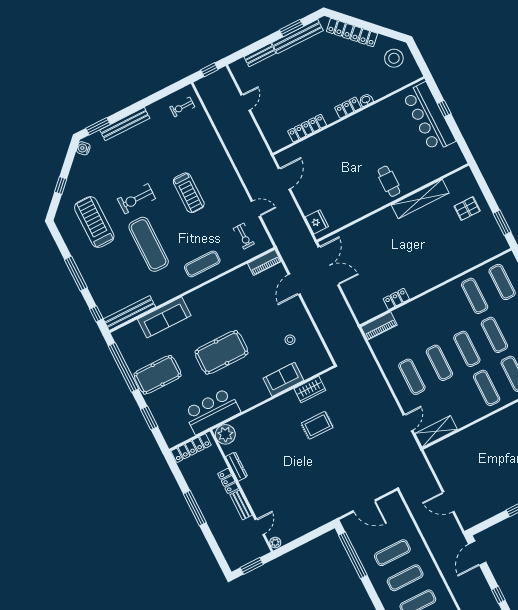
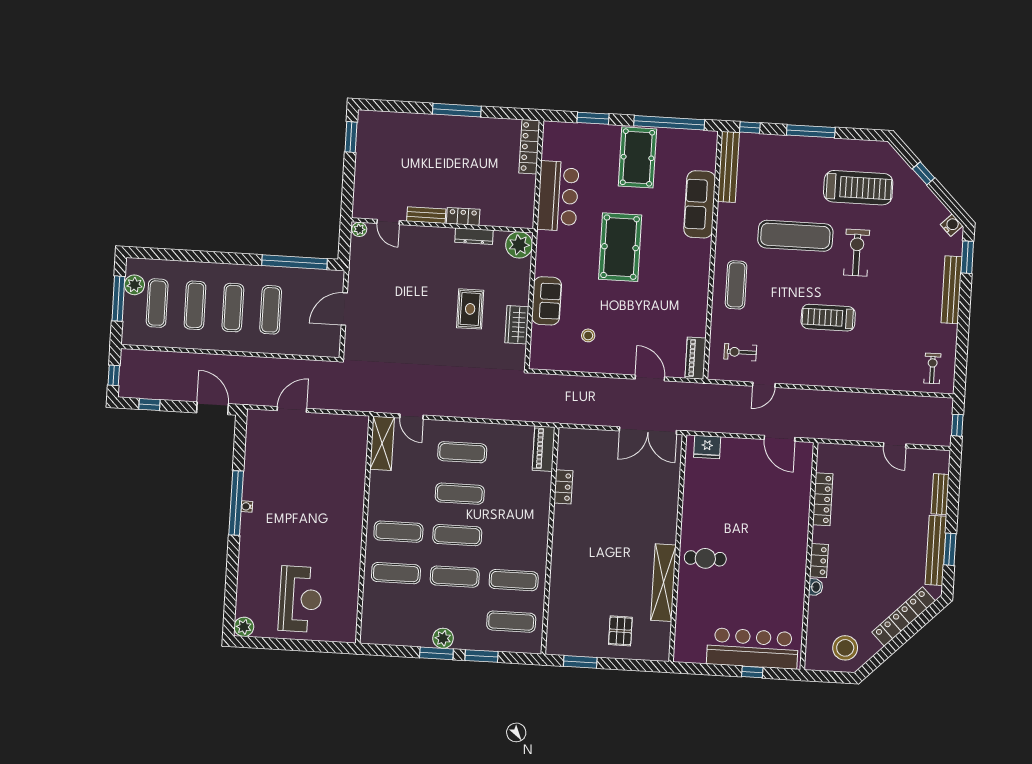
plant: (225, 434) -> (519, 245), moved
dresser: (237, 466) -> (474, 236), moved
locker: (228, 481) -> (463, 216), moved
wall: (241, 491) -> (442, 225), moved
bench: (241, 505) -> (426, 215), moved
door: (260, 527) -> (388, 222), moved
plant: (275, 543) -> (359, 229), moved

